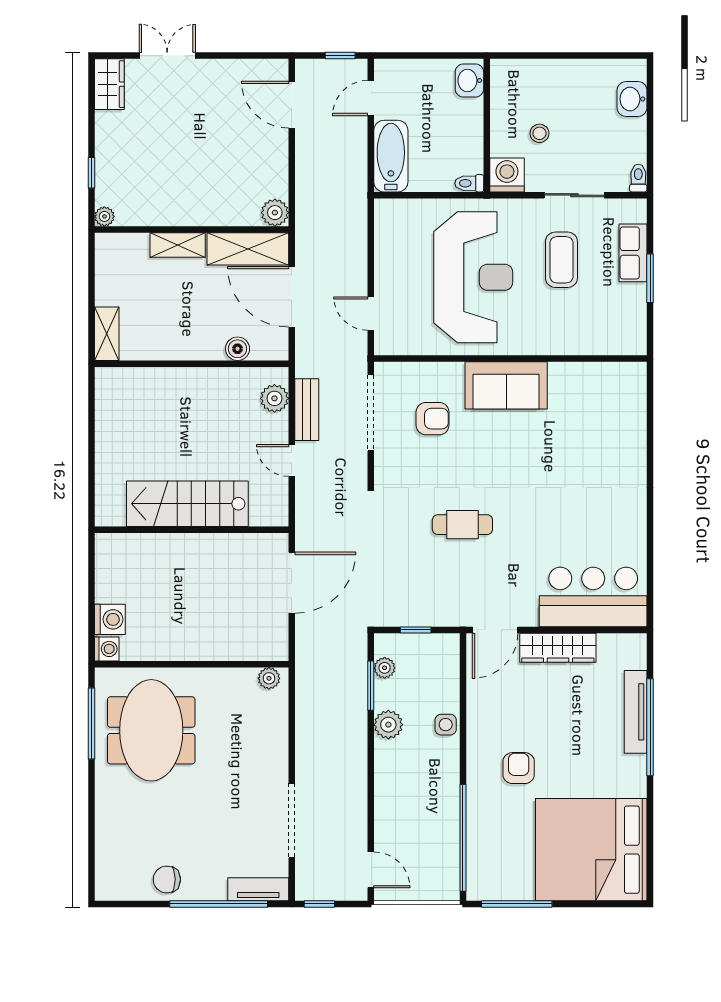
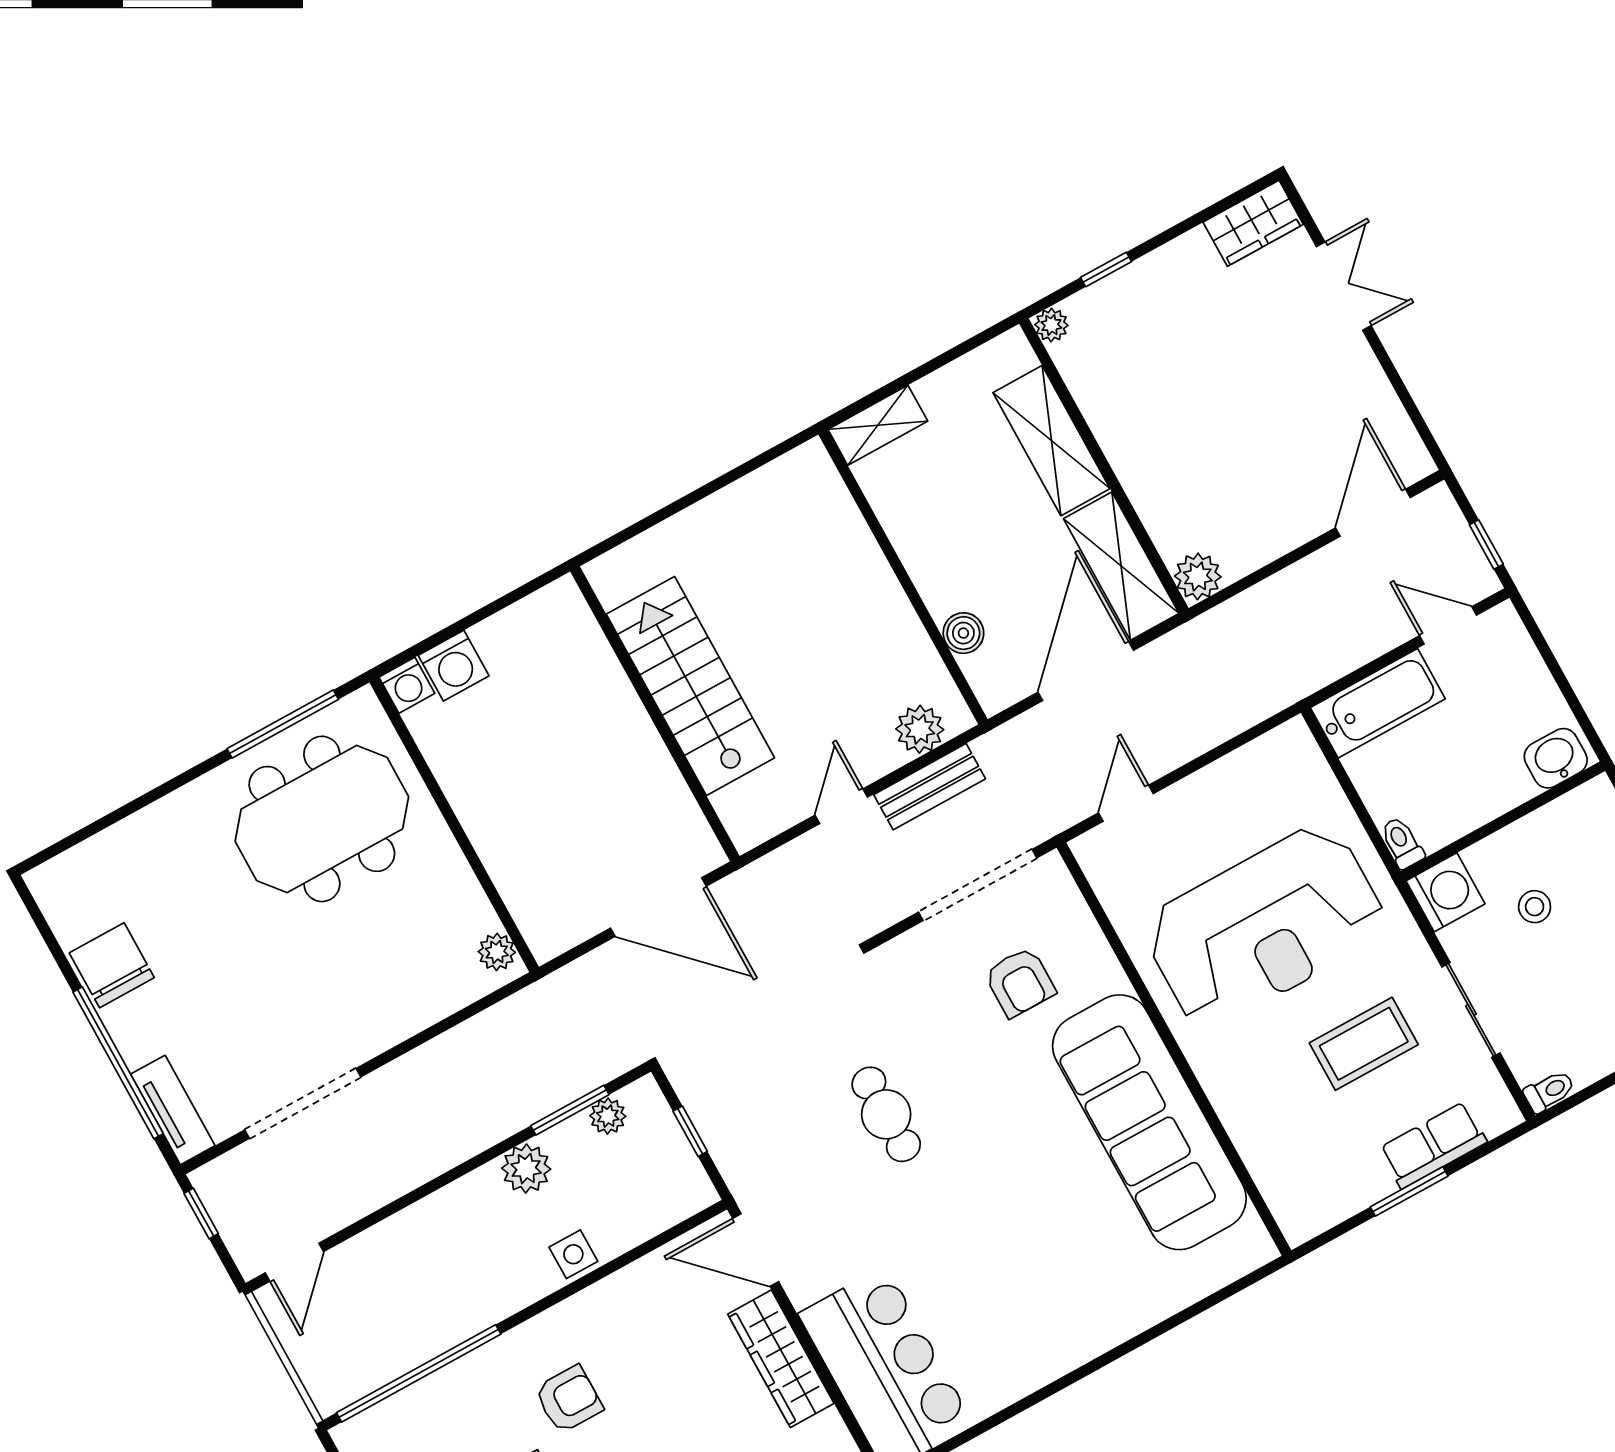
shelving: (178, 245) -> (1052, 441), width x1.50, depth x1.33
sofa: (506, 385) -> (1149, 1122), width x1.85, depth x1.27
chair: (167, 879) -> (112, 965), width x1.37, depth x1.37

